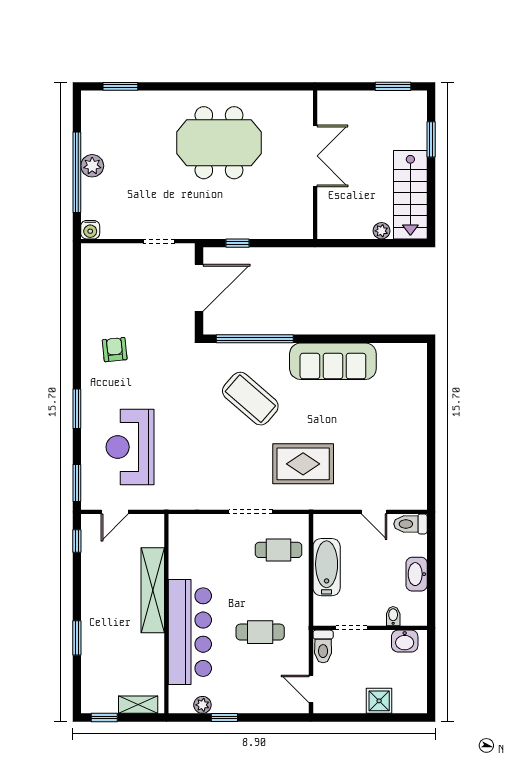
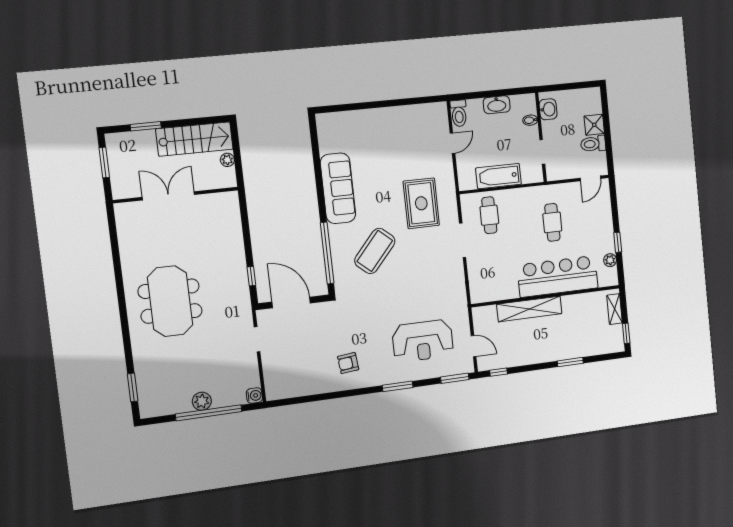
double door: (315, 156) -> (168, 196), moved
wall: (315, 165) -> (176, 195), moved
toilet: (323, 646) -> (593, 144), moved, turned 180

